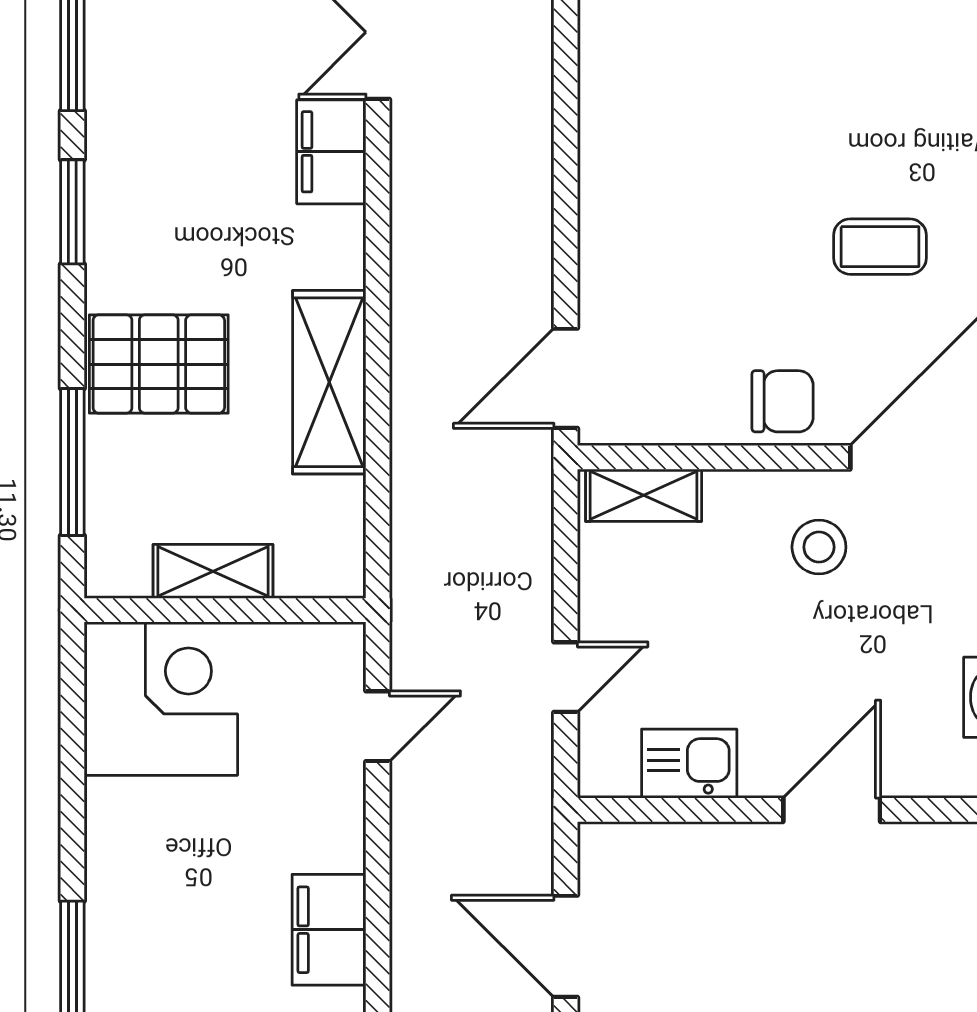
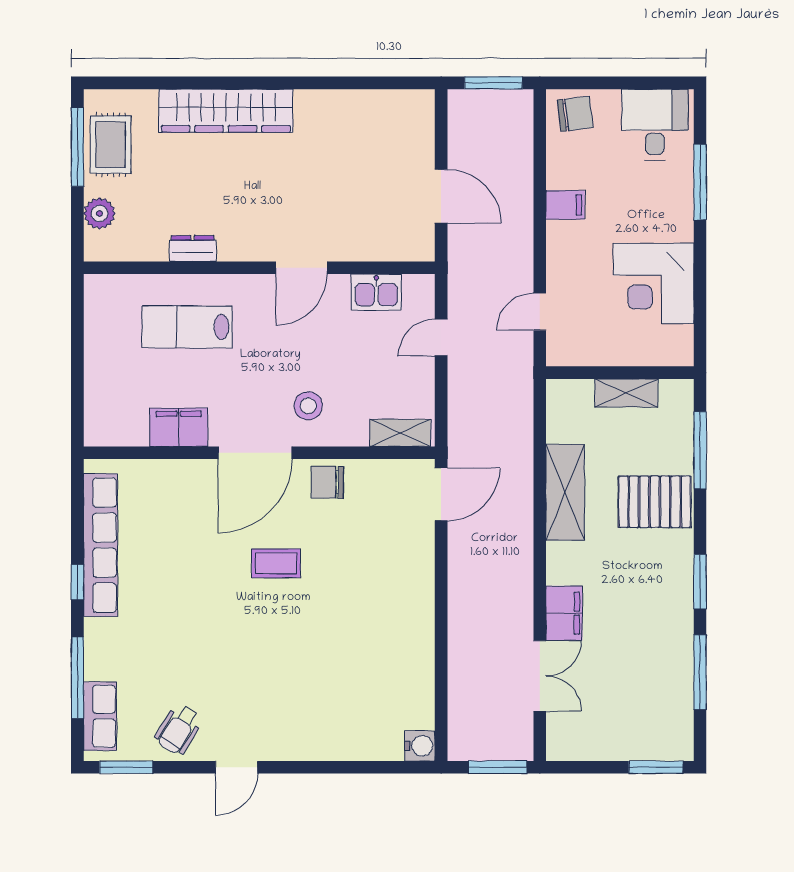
corner desk: (161, 699) -> (654, 283), moved
filing cabinet: (329, 930) -> (565, 205), width x0.50

